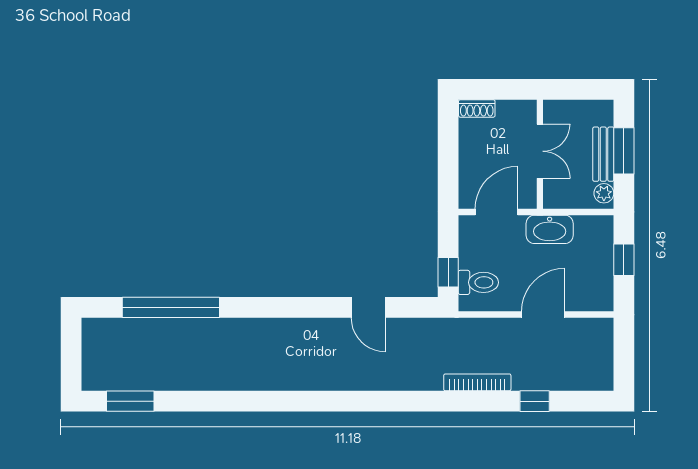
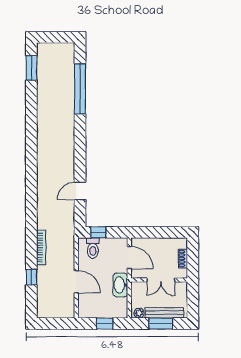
shoe rack: (477, 108) -> (183, 259), moved
bench: (603, 154) -> (164, 313), width x1.36

